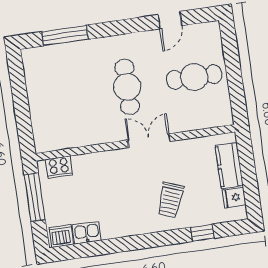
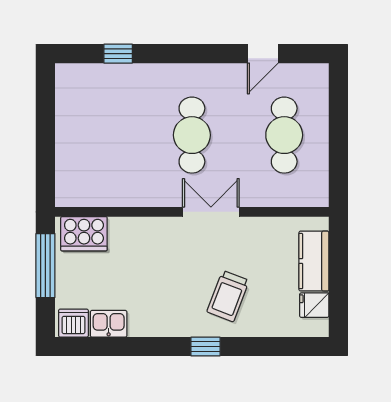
window: (65, 35) -> (118, 54), width x0.46
cafe table: (194, 77) -> (284, 135), turned 90
cooker: (59, 167) -> (84, 234), width x1.37, depth x1.31
window: (202, 233) -> (206, 346), moved

